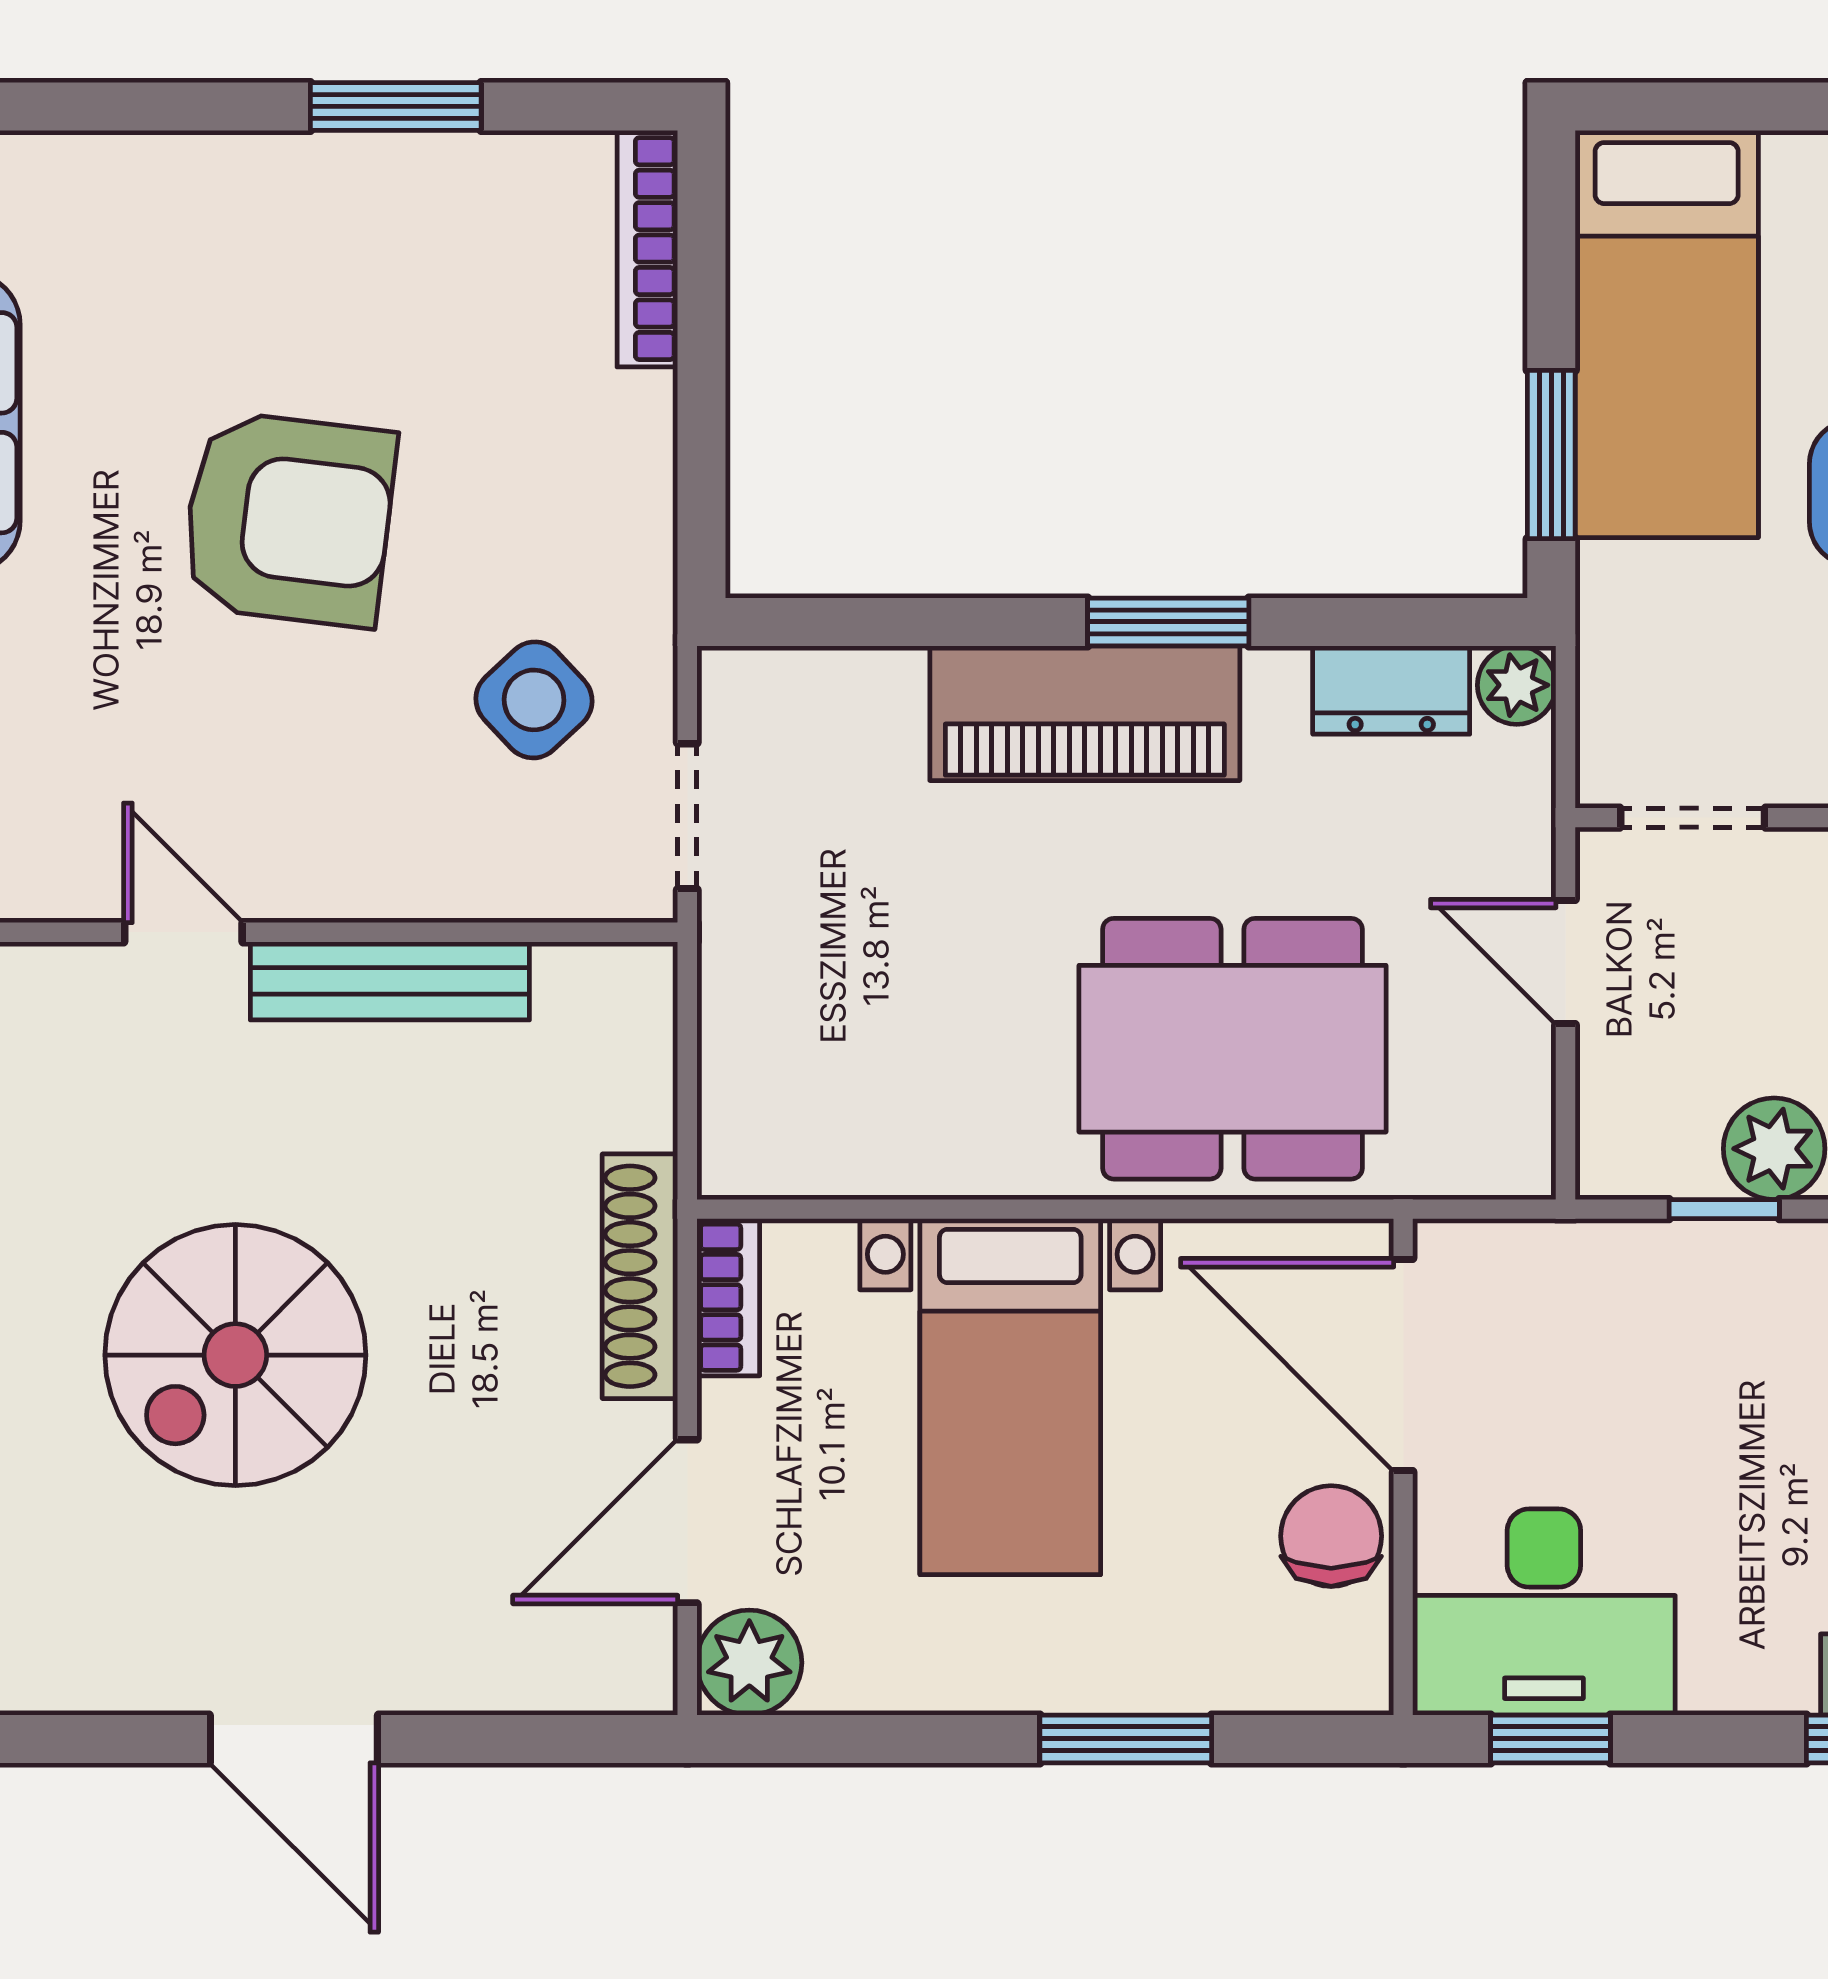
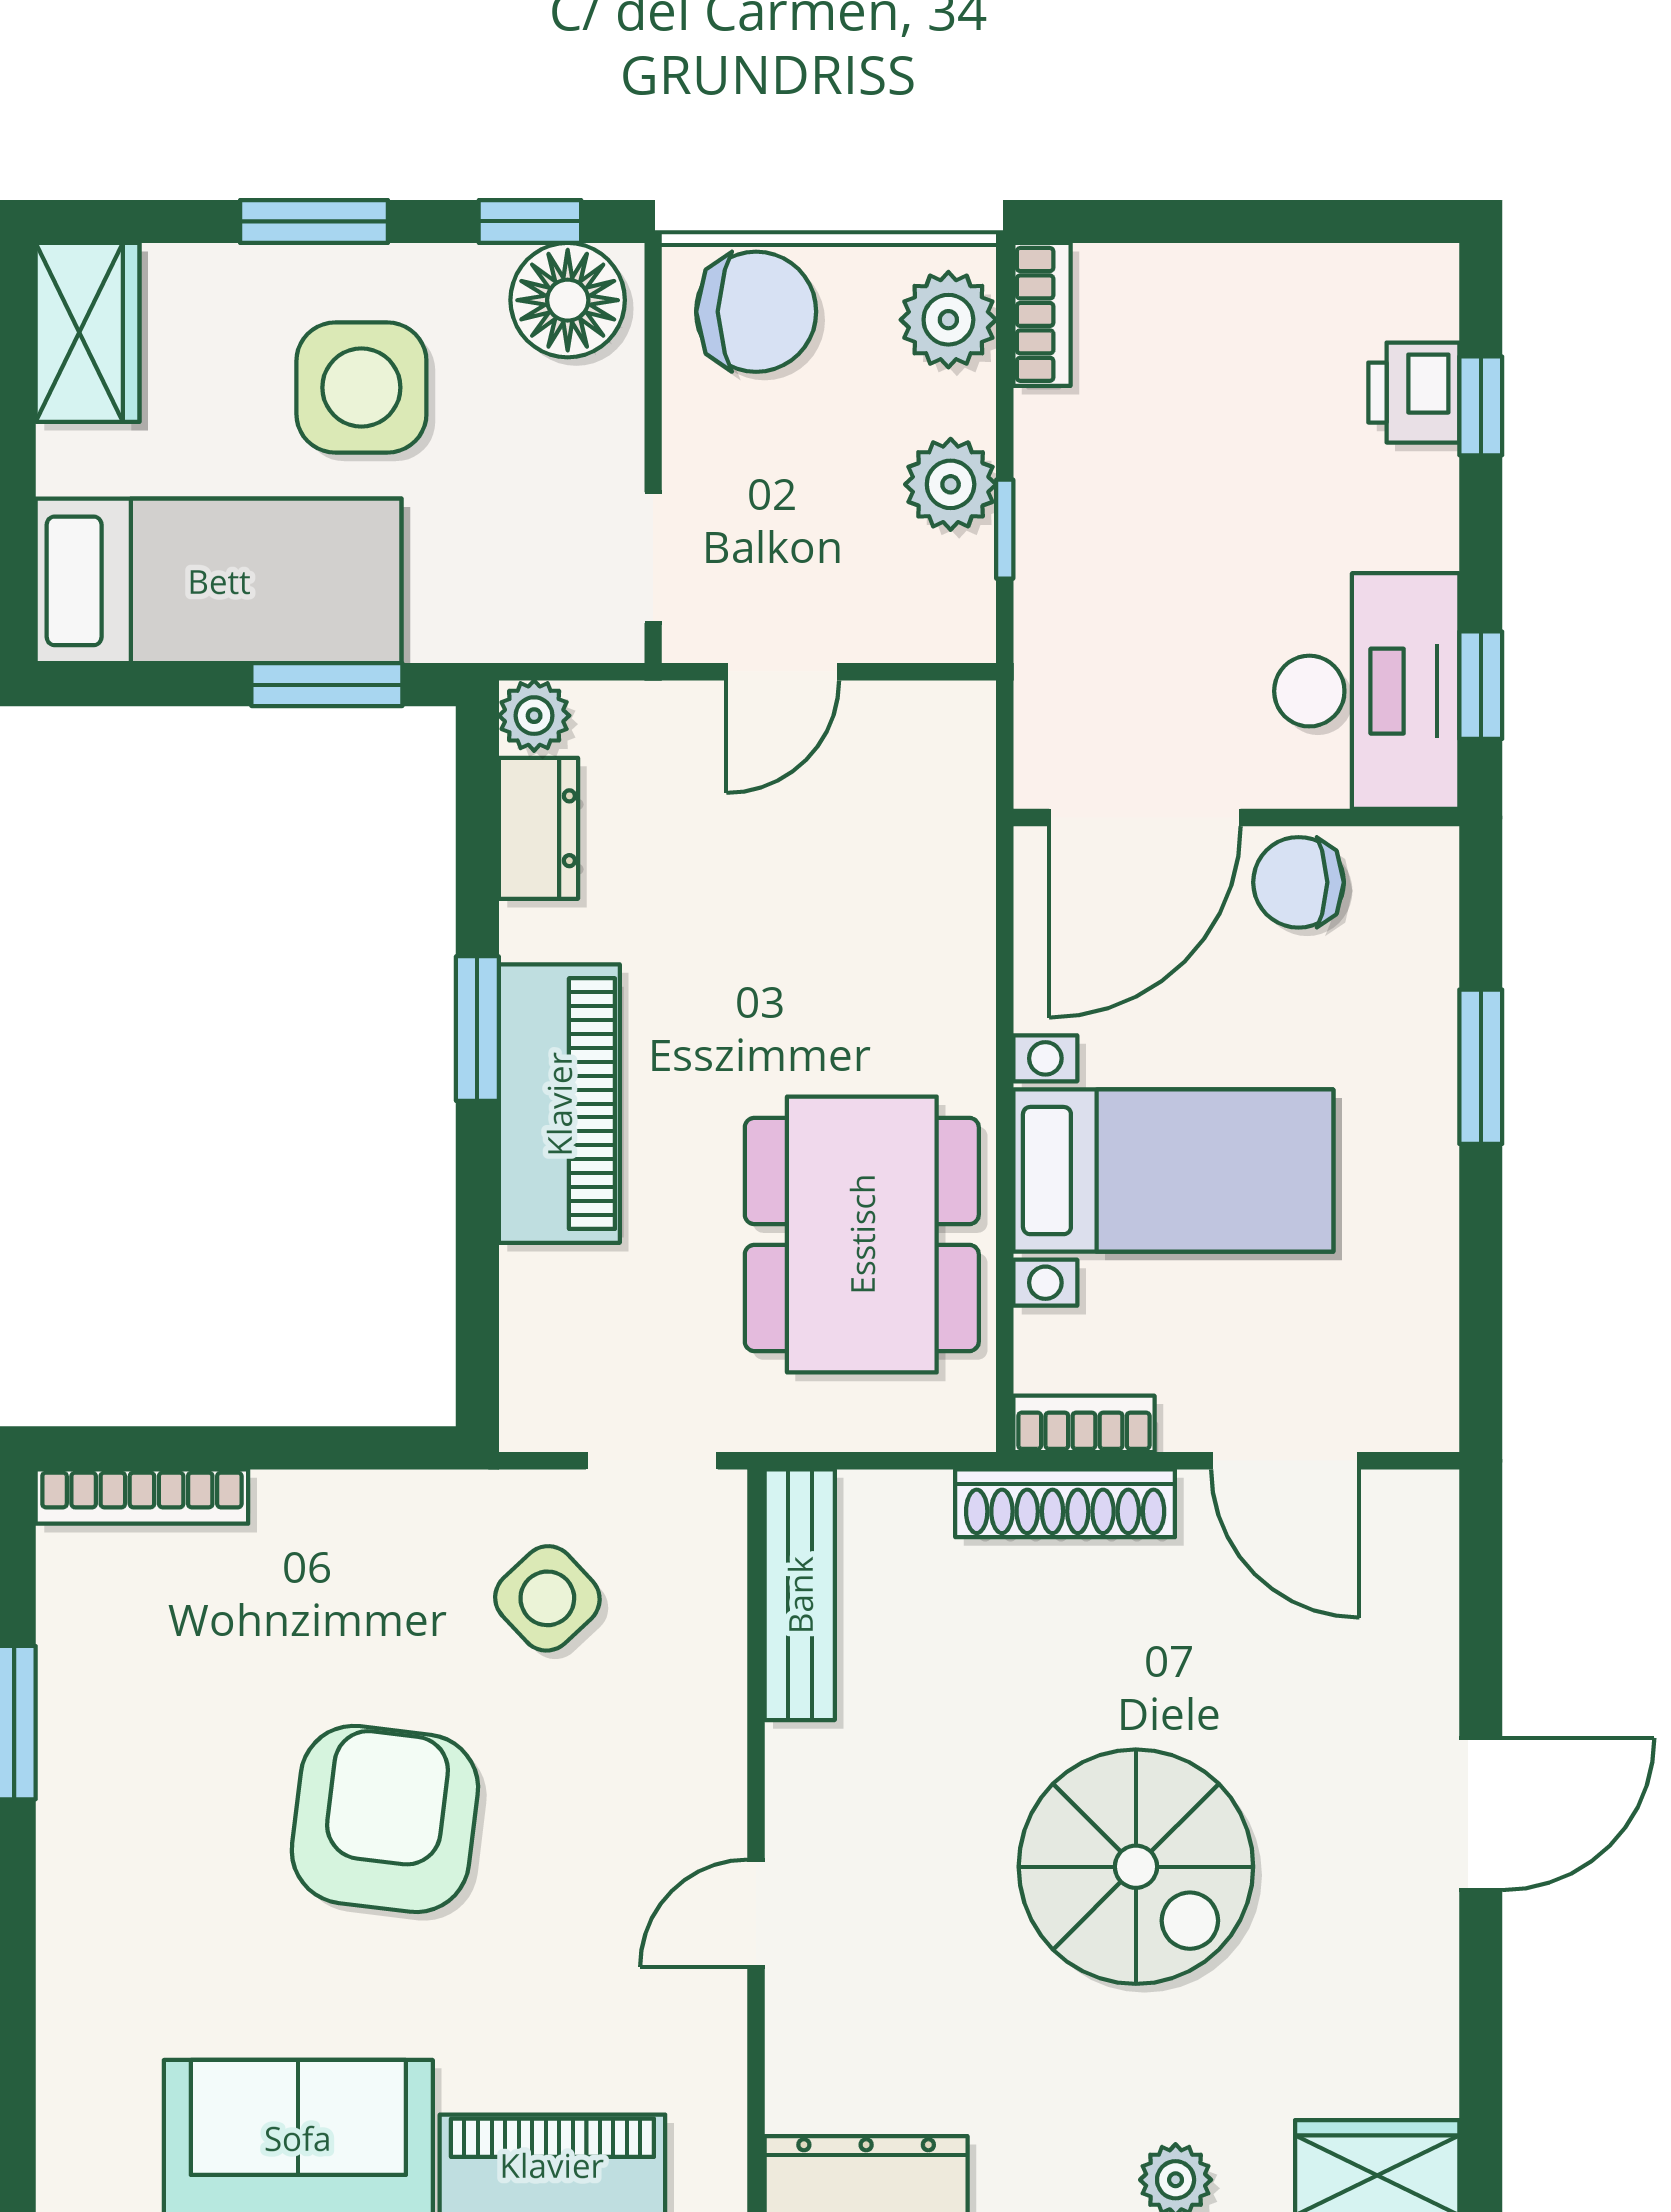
bench: (390, 981) -> (800, 1595), moved
dining table: (1232, 1049) -> (862, 1234), moved
plant: (749, 1663) -> (1412, 1405), removed

